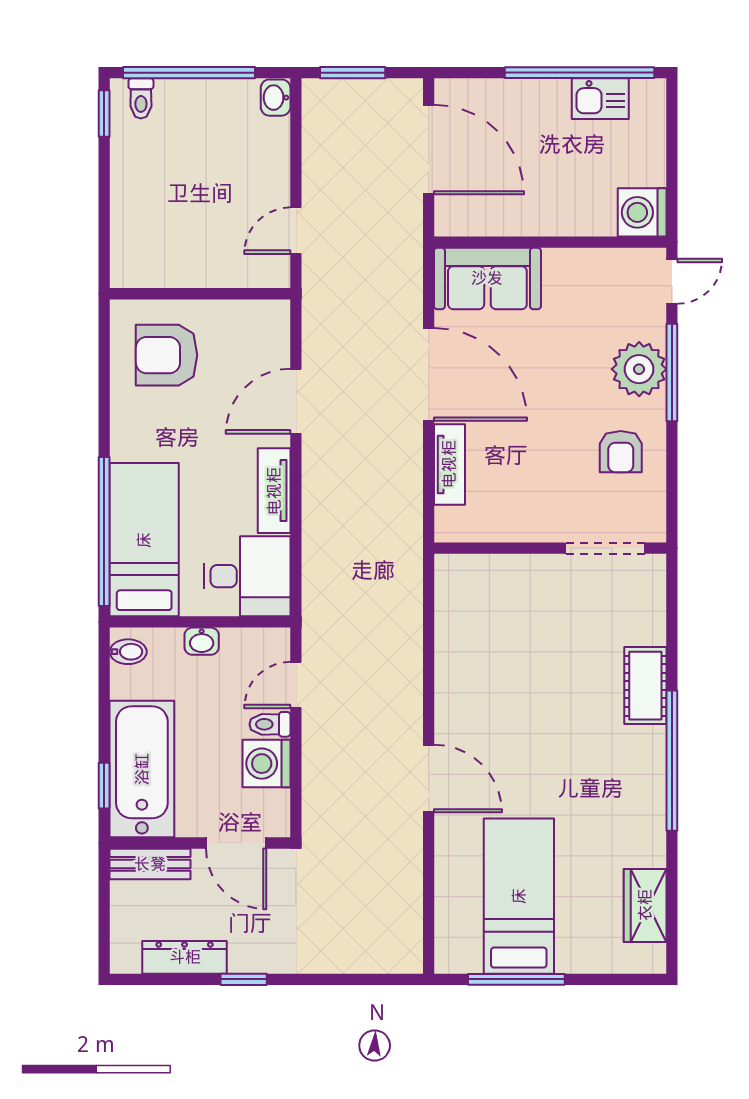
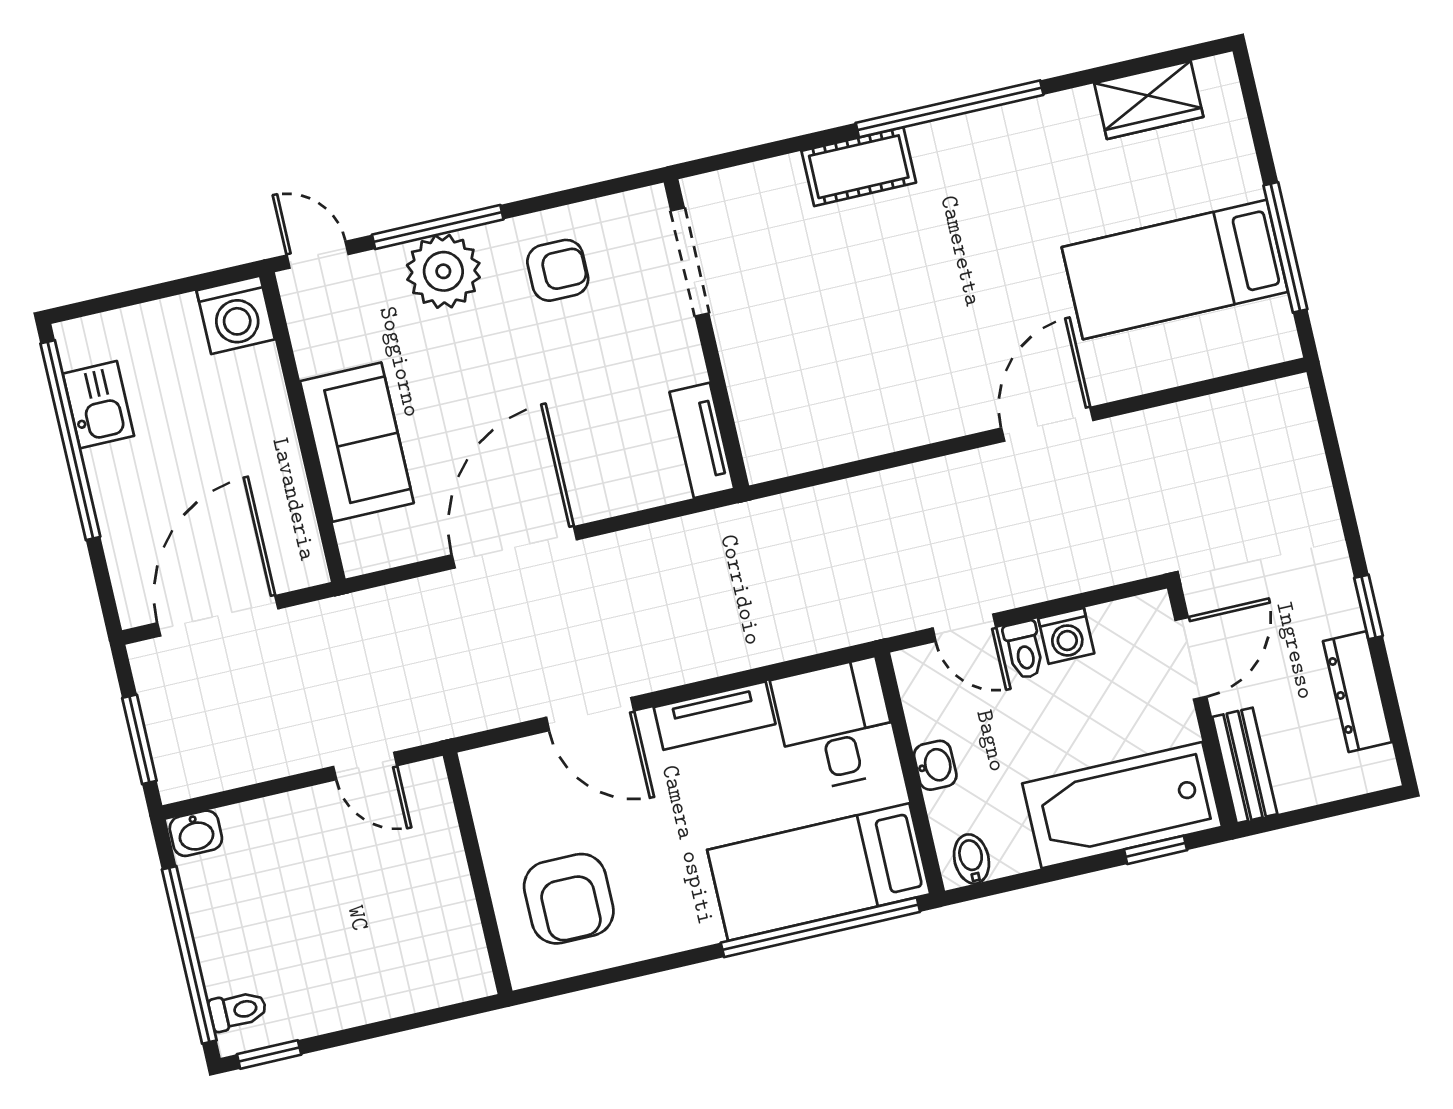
sofa: (487, 278) -> (357, 442), moved
tv unit: (449, 464) -> (702, 440), moved, turned -90
washing machine: (266, 764) -> (1066, 636), width x0.73, depth x0.73

